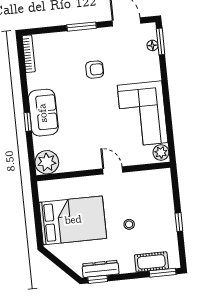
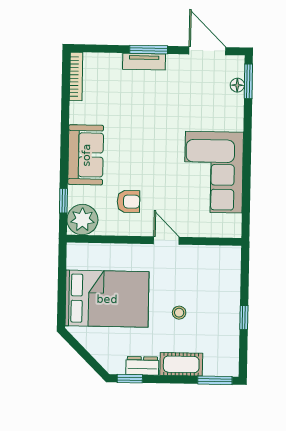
tv unit: (79, 36) -> (144, 62), added
armchair: (95, 70) -> (129, 202), moved
window: (28, 122) -> (63, 201), moved
plant: (161, 152) -> (231, 225), removed
cot: (151, 262) -> (181, 364), moved
dresser: (101, 269) -> (142, 366), width x0.70

